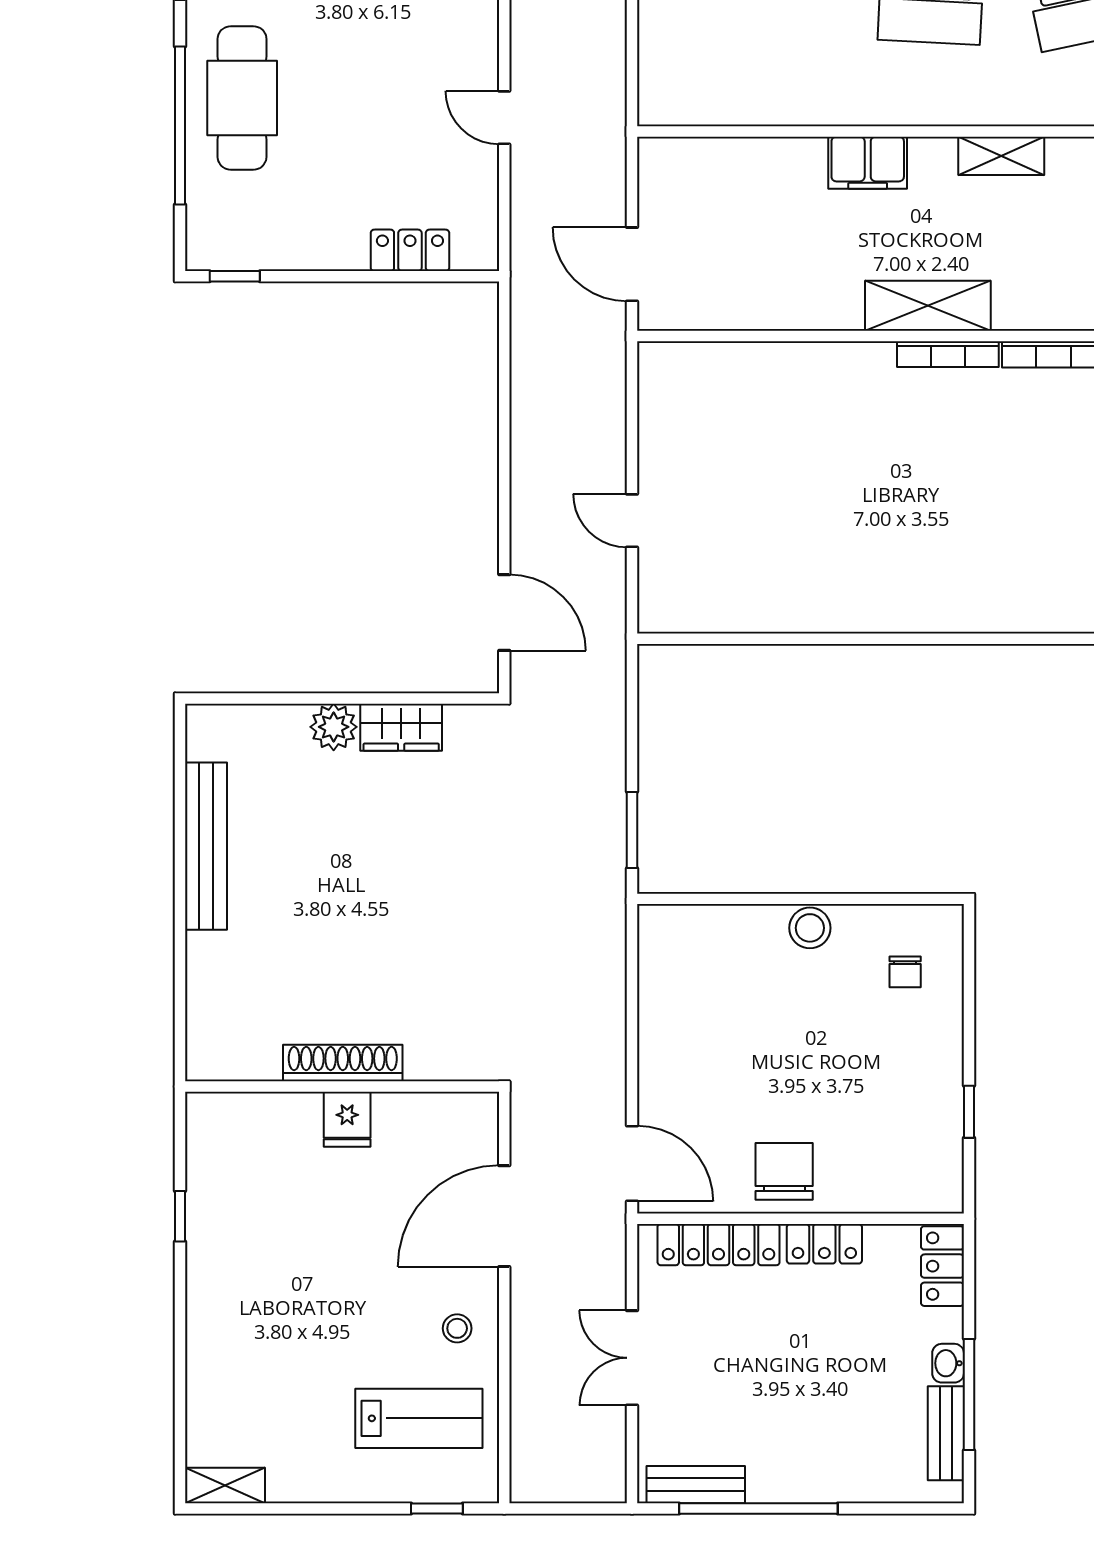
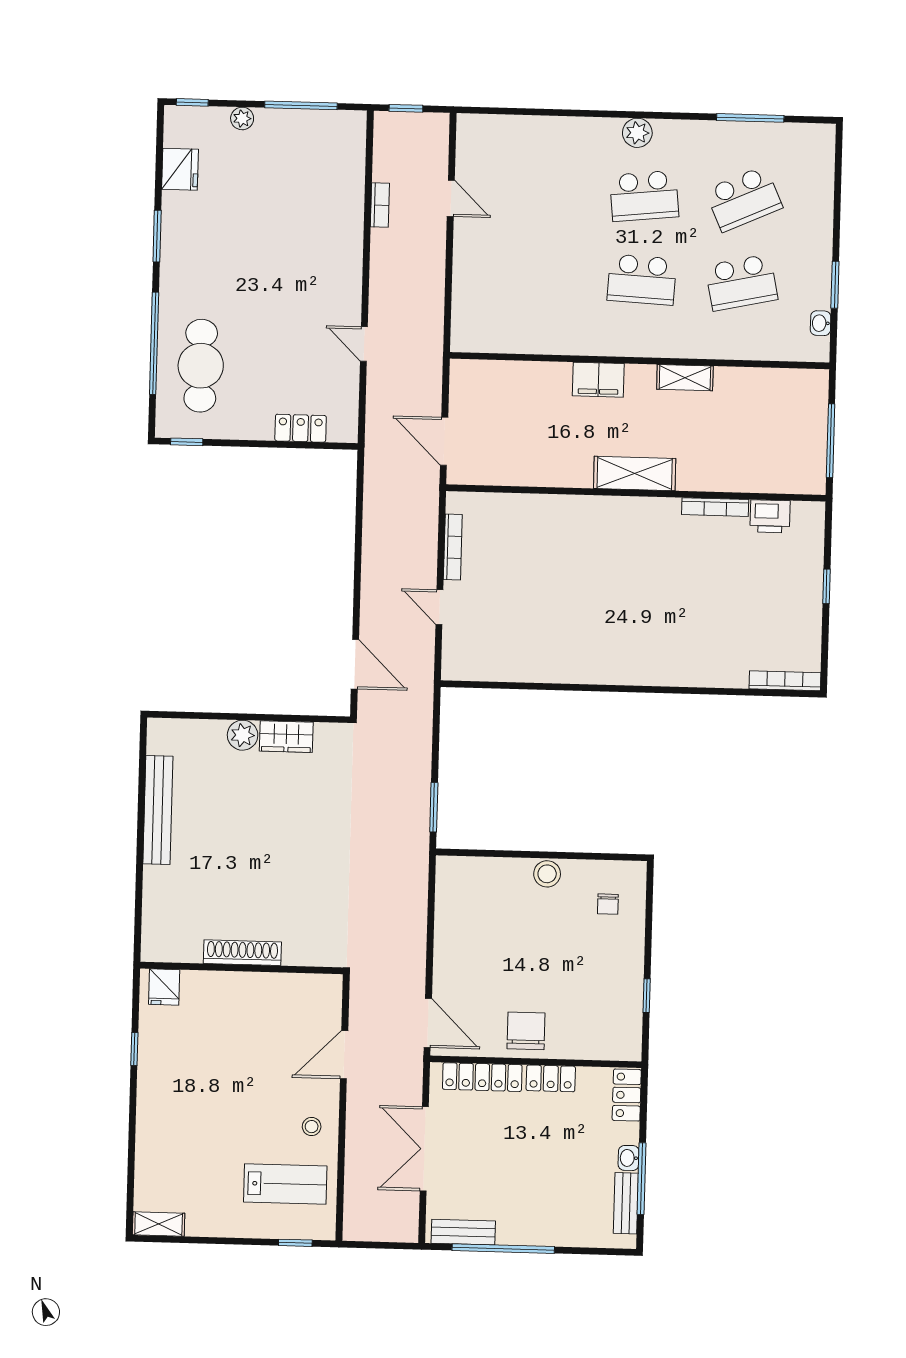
cafe table: (242, 98) -> (201, 366), moved
bookcase: (948, 354) -> (453, 547), moved, turned -90
fridge: (347, 1119) -> (164, 987), moved
door: (504, 1216) -> (344, 1055), width x0.73
double door: (632, 1358) -> (424, 1149), width x1.37

